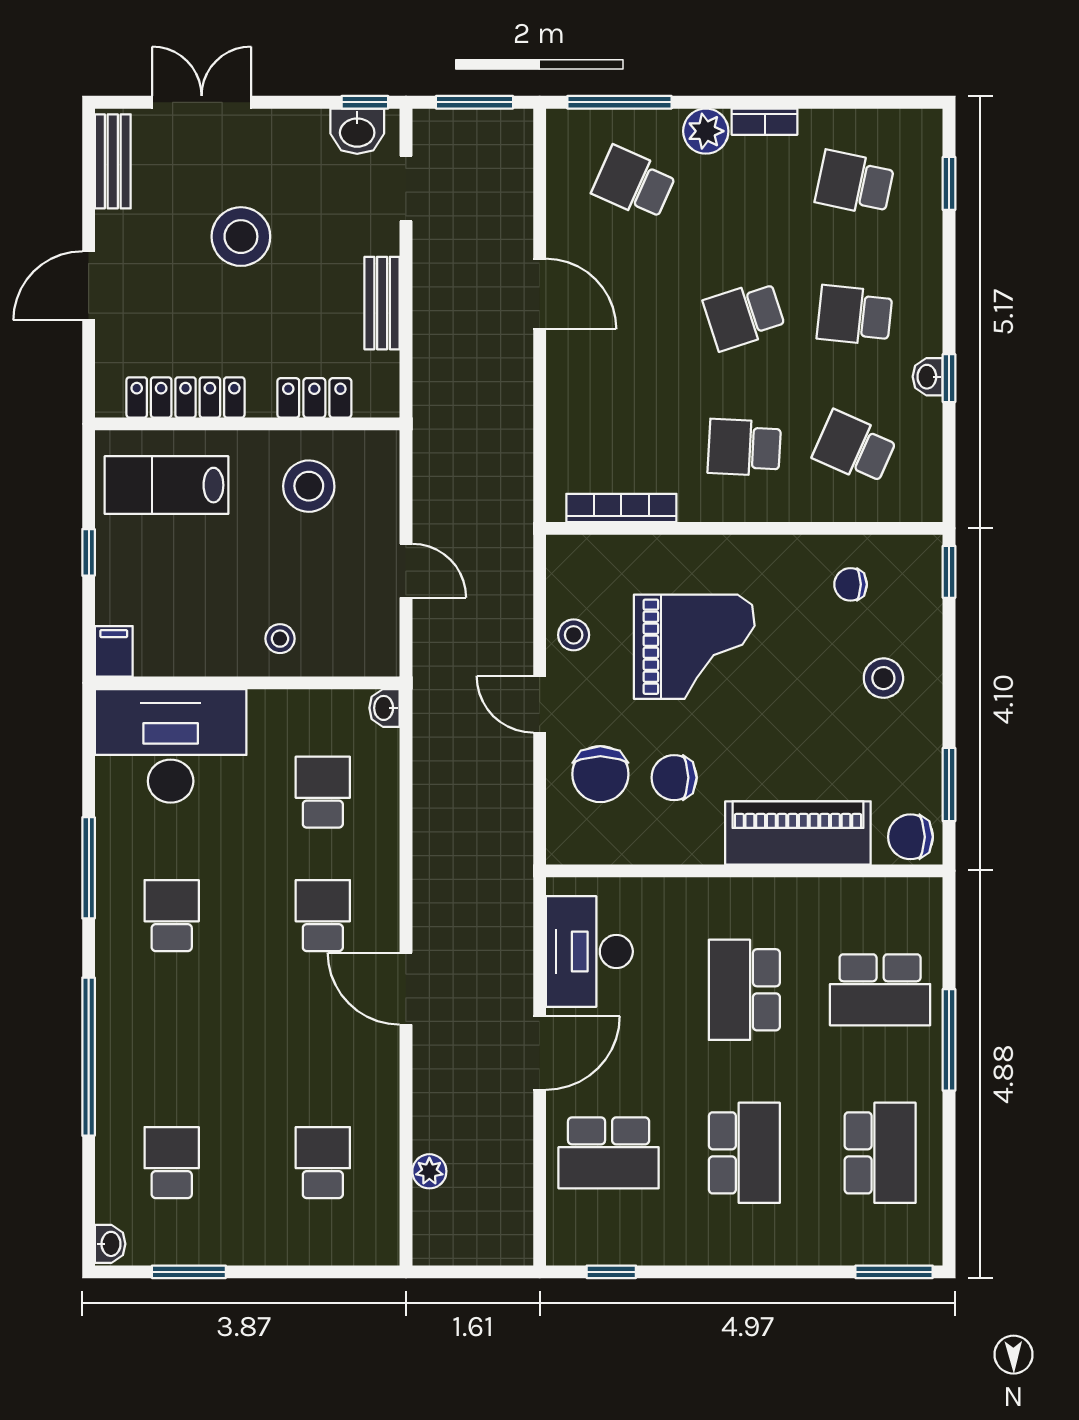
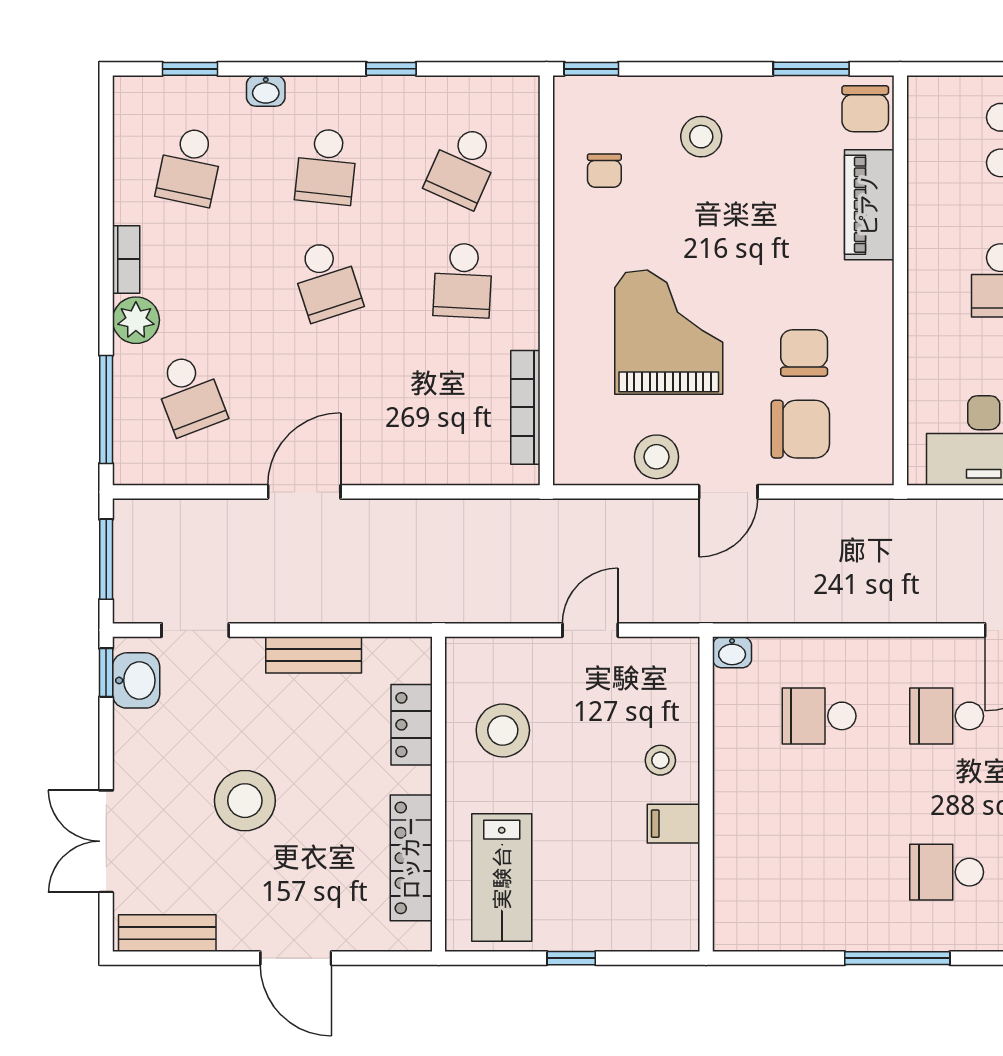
school desk: (634, 183) -> (190, 394), turned -45
washbasin: (928, 377) -> (266, 91), moved
stool: (574, 635) -> (657, 457), width x1.37, depth x1.37
filing cabinet: (114, 651) -> (674, 824), moved
desk: (171, 746) -> (771, 873), removed
chair: (674, 778) -> (804, 353), turned 180
piano: (798, 833) -> (869, 205), width x0.73, depth x0.75

